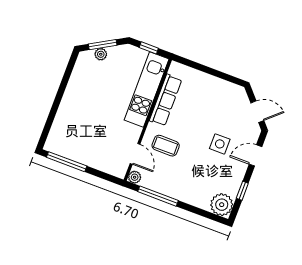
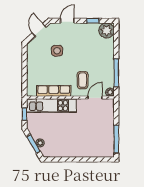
side table: (220, 144) -> (57, 51), moved
door: (256, 155) -> (67, 21), swing flipped

